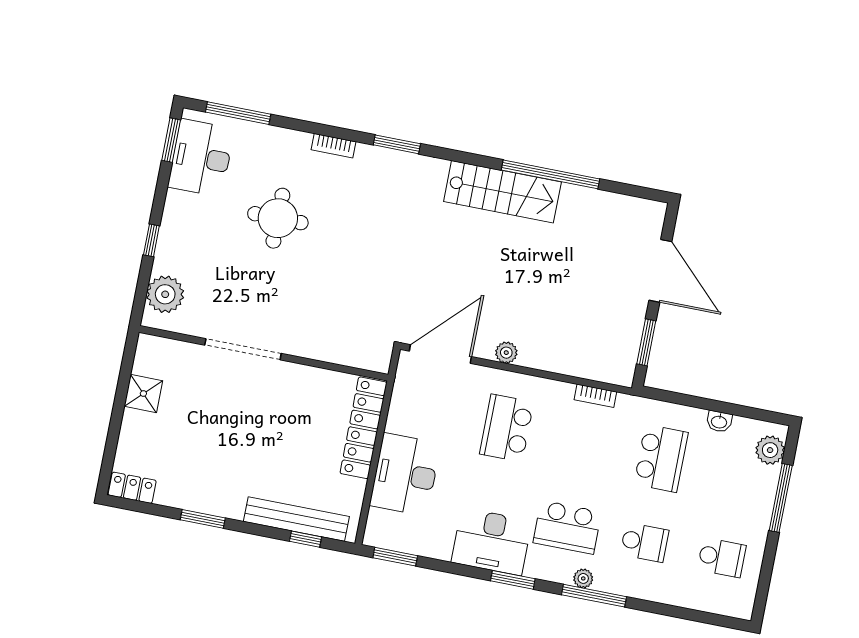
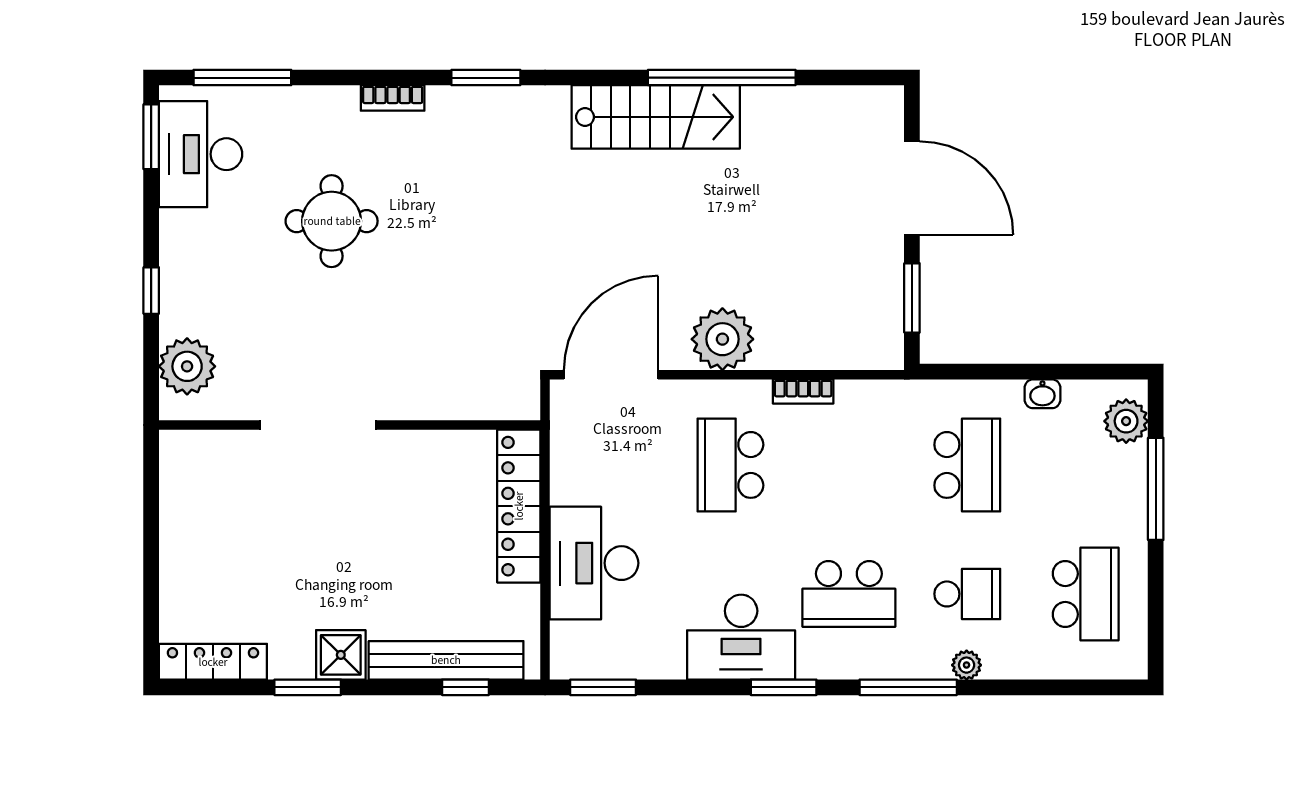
plant: (506, 353) -> (722, 339), width x1.88, depth x1.88
shower: (143, 393) -> (341, 655), moved
bookcase: (595, 396) -> (803, 391), moved
locker: (132, 488) -> (213, 662), width x1.53
school desk: (722, 558) -> (1086, 594), width x1.85
plant: (583, 578) -> (967, 665), moved

